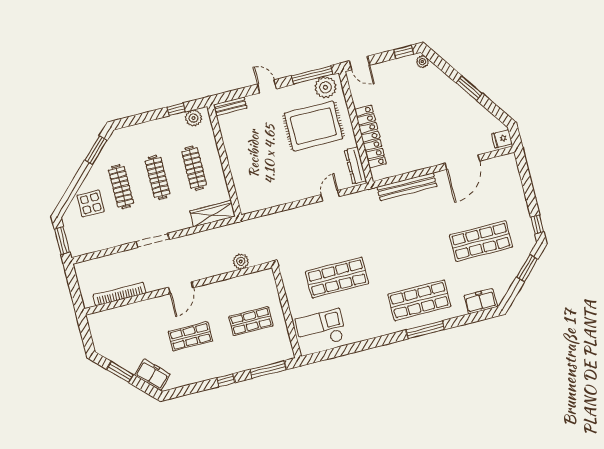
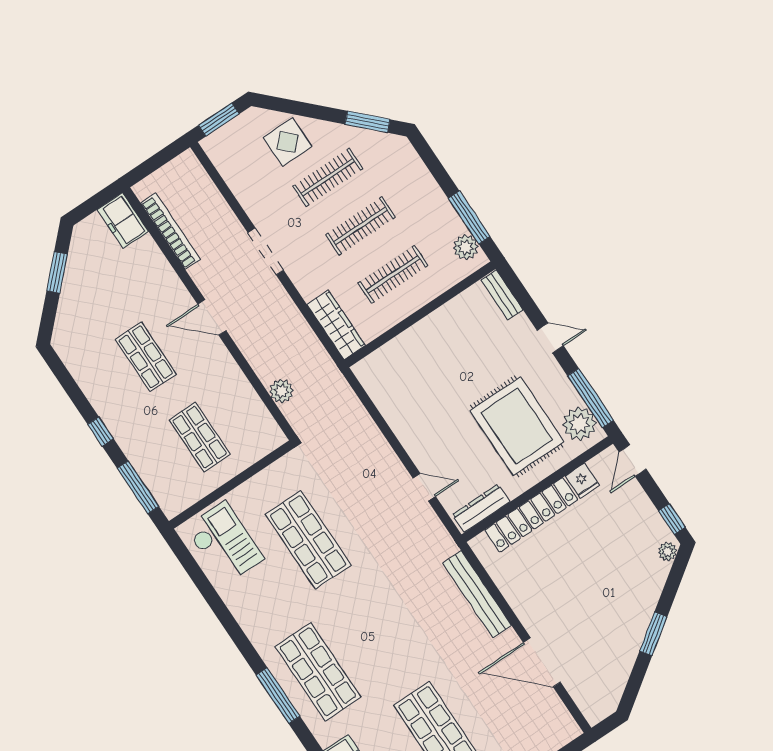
door: (267, 86) -> (550, 338), hinge flipped
window: (176, 109) -> (469, 217), width x2.17
fridge: (502, 139) -> (582, 481), moved, turned 180
freezer: (152, 375) -> (123, 221), moved, turned 135

